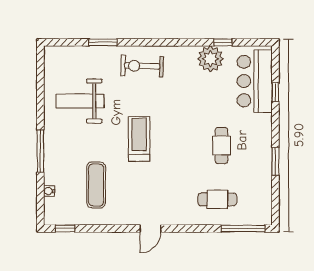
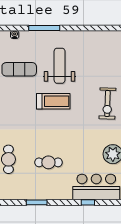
exercise bike: (142, 66) -> (107, 103), turned 180
weight bench: (80, 101) -> (60, 66), moved

